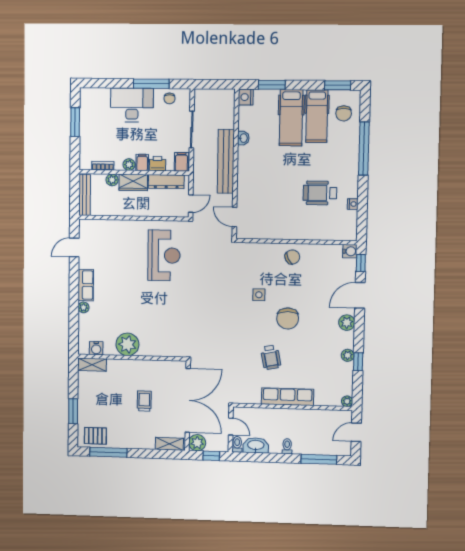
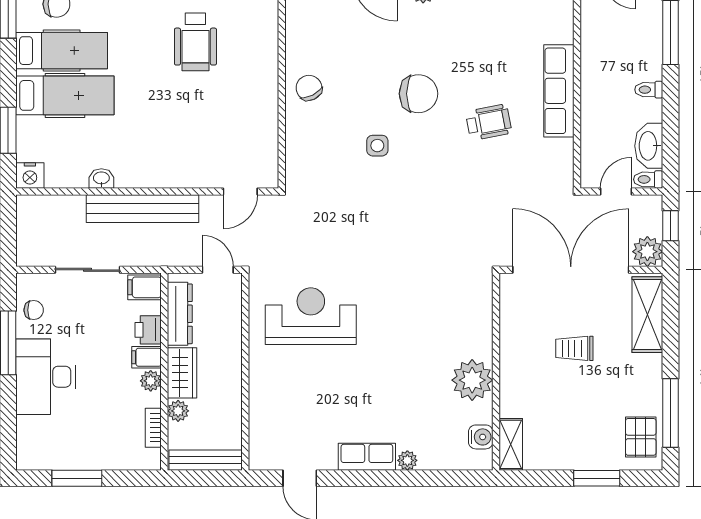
shelving: (169, 444) -> (647, 315), width x1.50, depth x1.33

